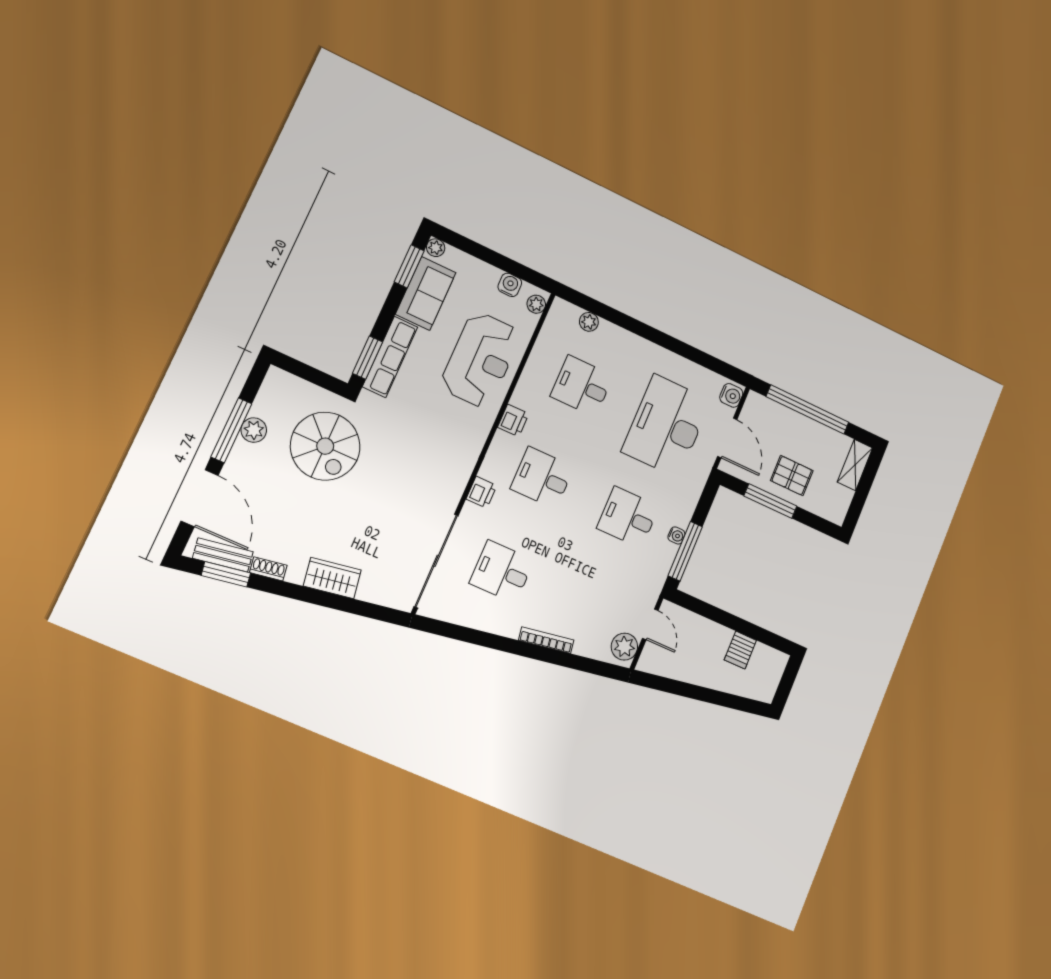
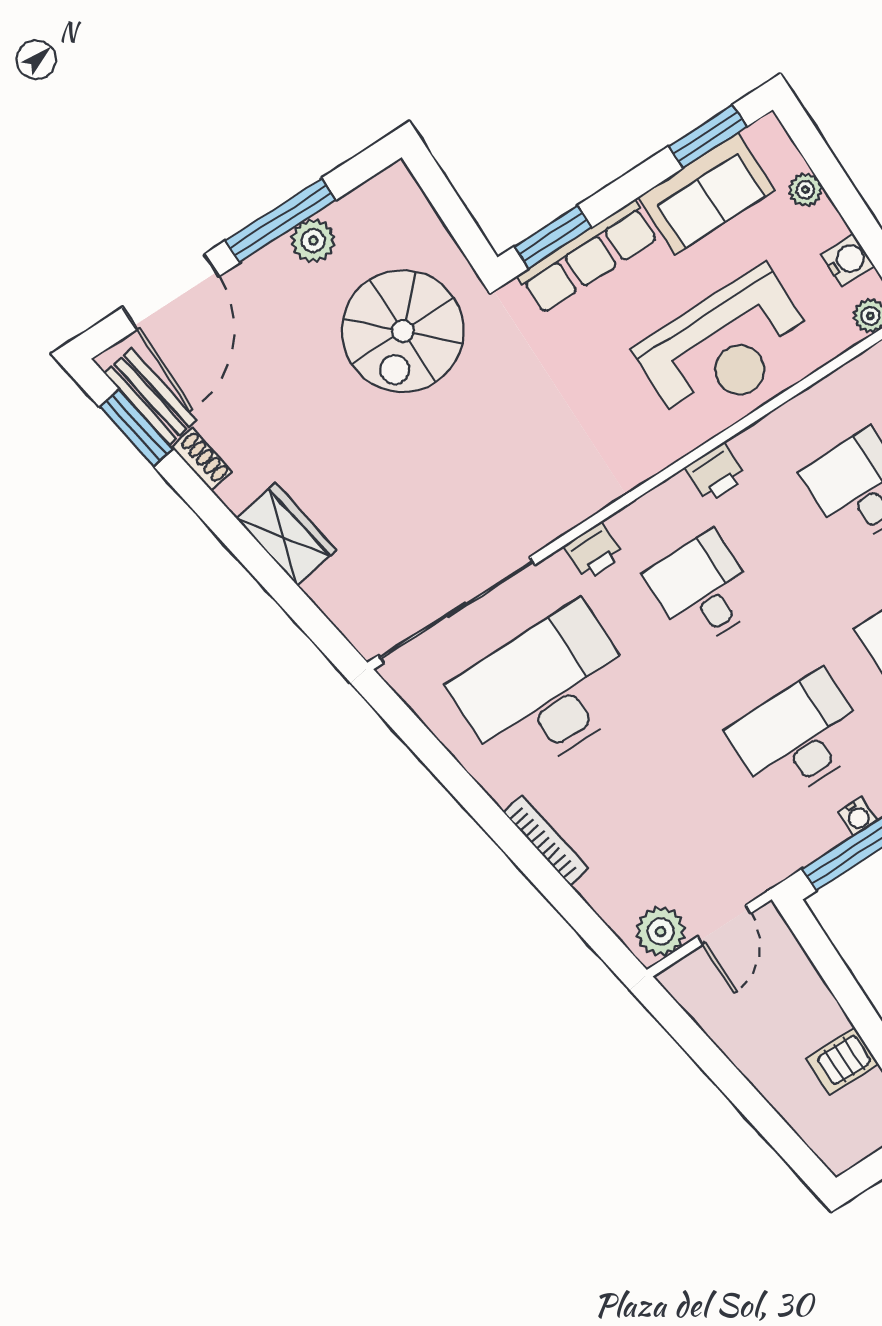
plant: (436, 248) -> (805, 190), moved
desk: (628, 517) -> (799, 737), width x1.37
desk: (502, 572) -> (546, 691), width x1.87, depth x1.30

